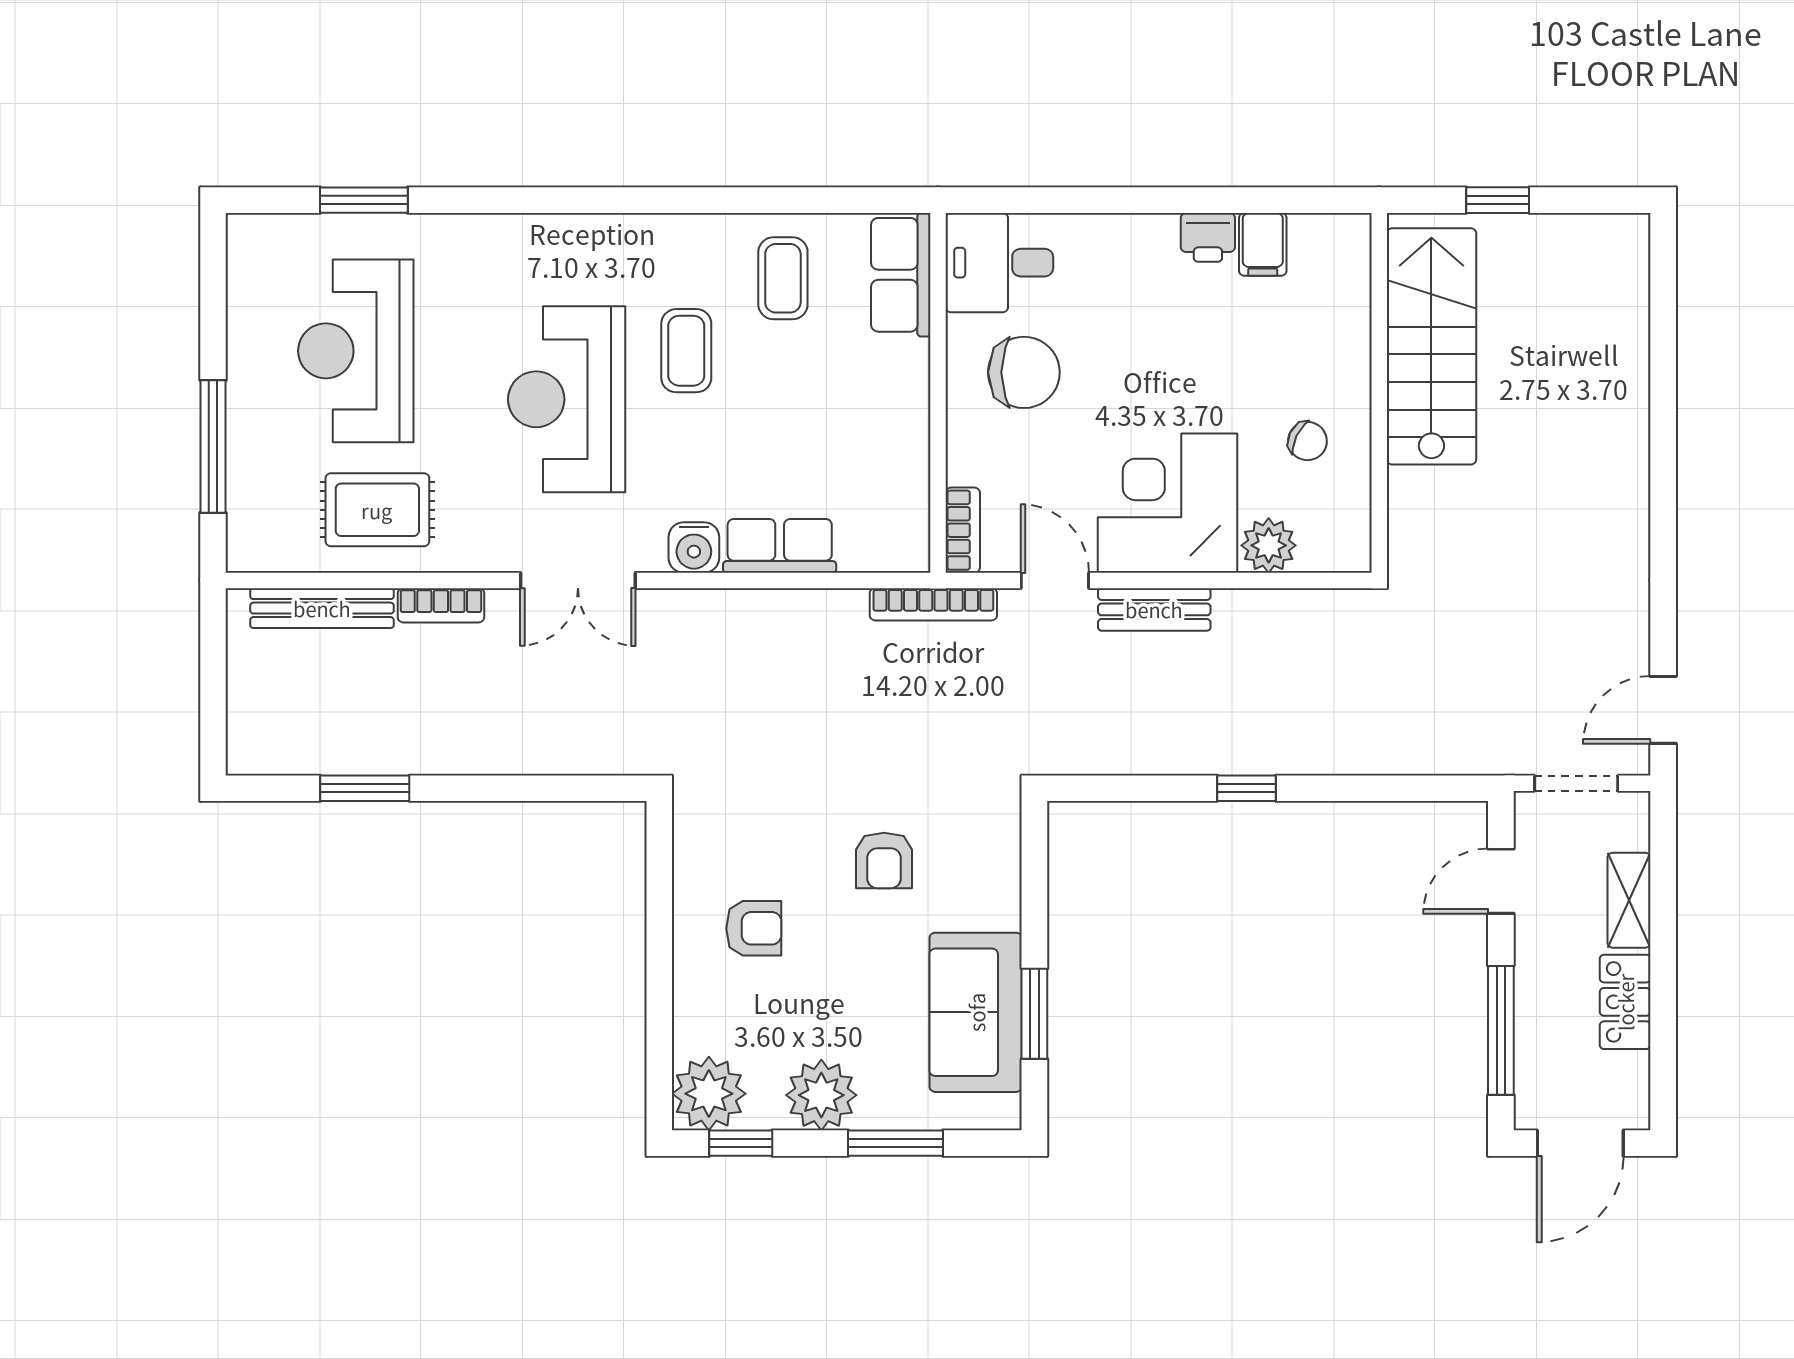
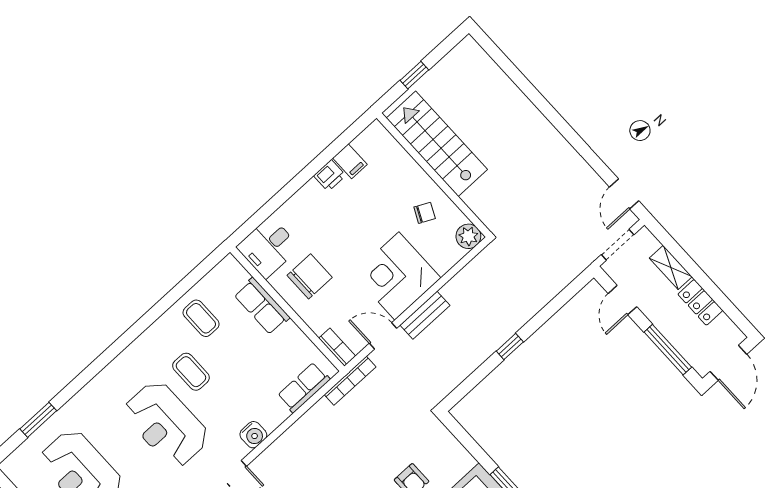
row of seats: (901, 275) -> (262, 306), moved
plant: (1269, 545) -> (468, 236), moved
row of seats: (780, 546) -> (304, 387), moved

